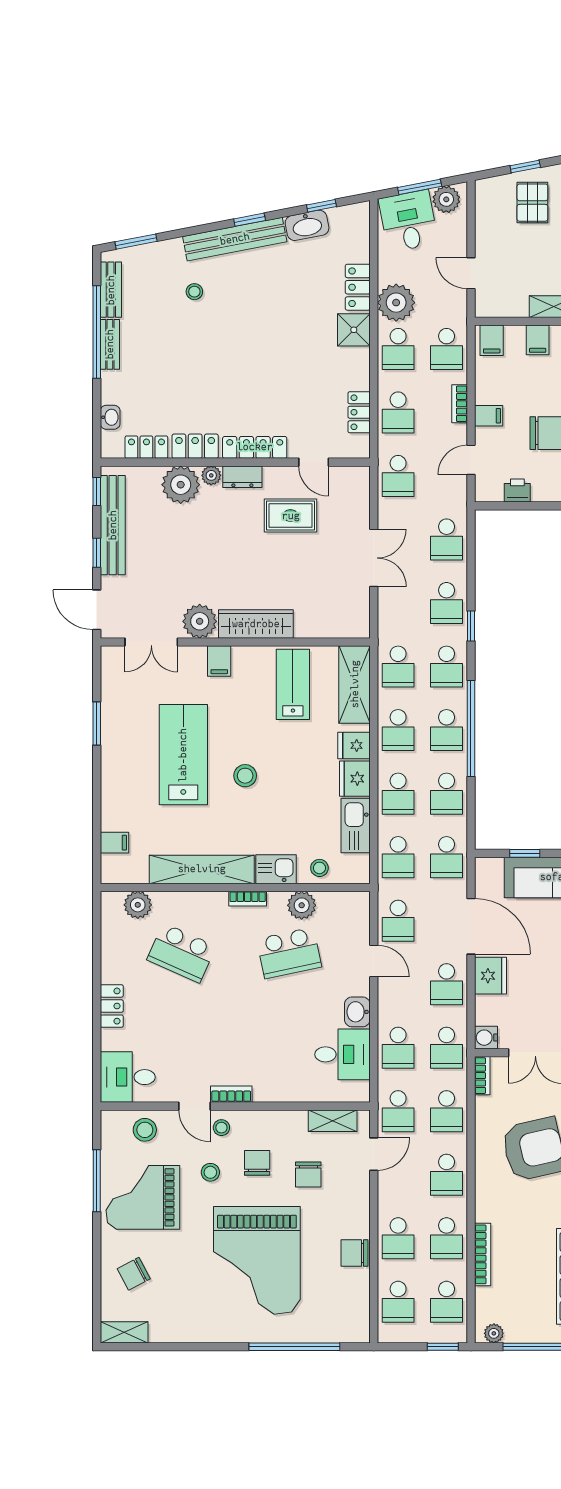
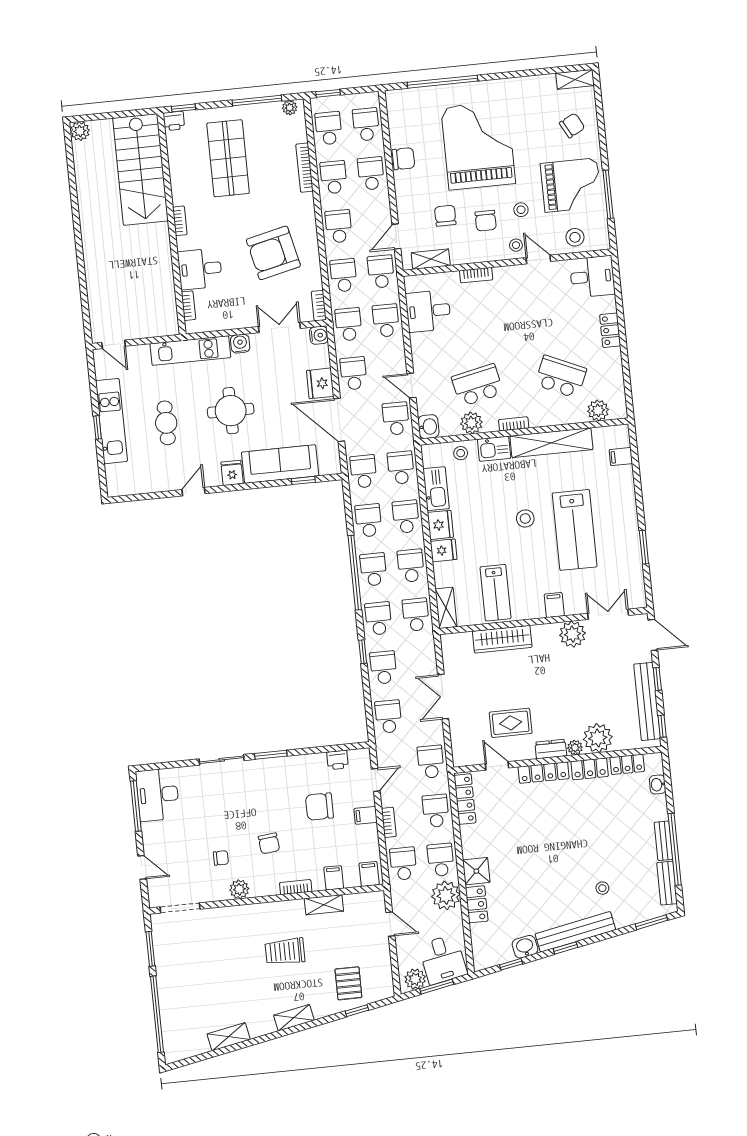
washbasin: (307, 225) -> (525, 947), width x0.72
locker: (359, 412) -> (465, 799), width x1.53
wardrobe: (256, 624) -> (502, 639), moved
shelving: (355, 684) -> (446, 608), width x0.67, depth x0.75
washbasin: (357, 1012) -> (428, 427), moved
bookcase: (231, 1094) -> (476, 275), moved

